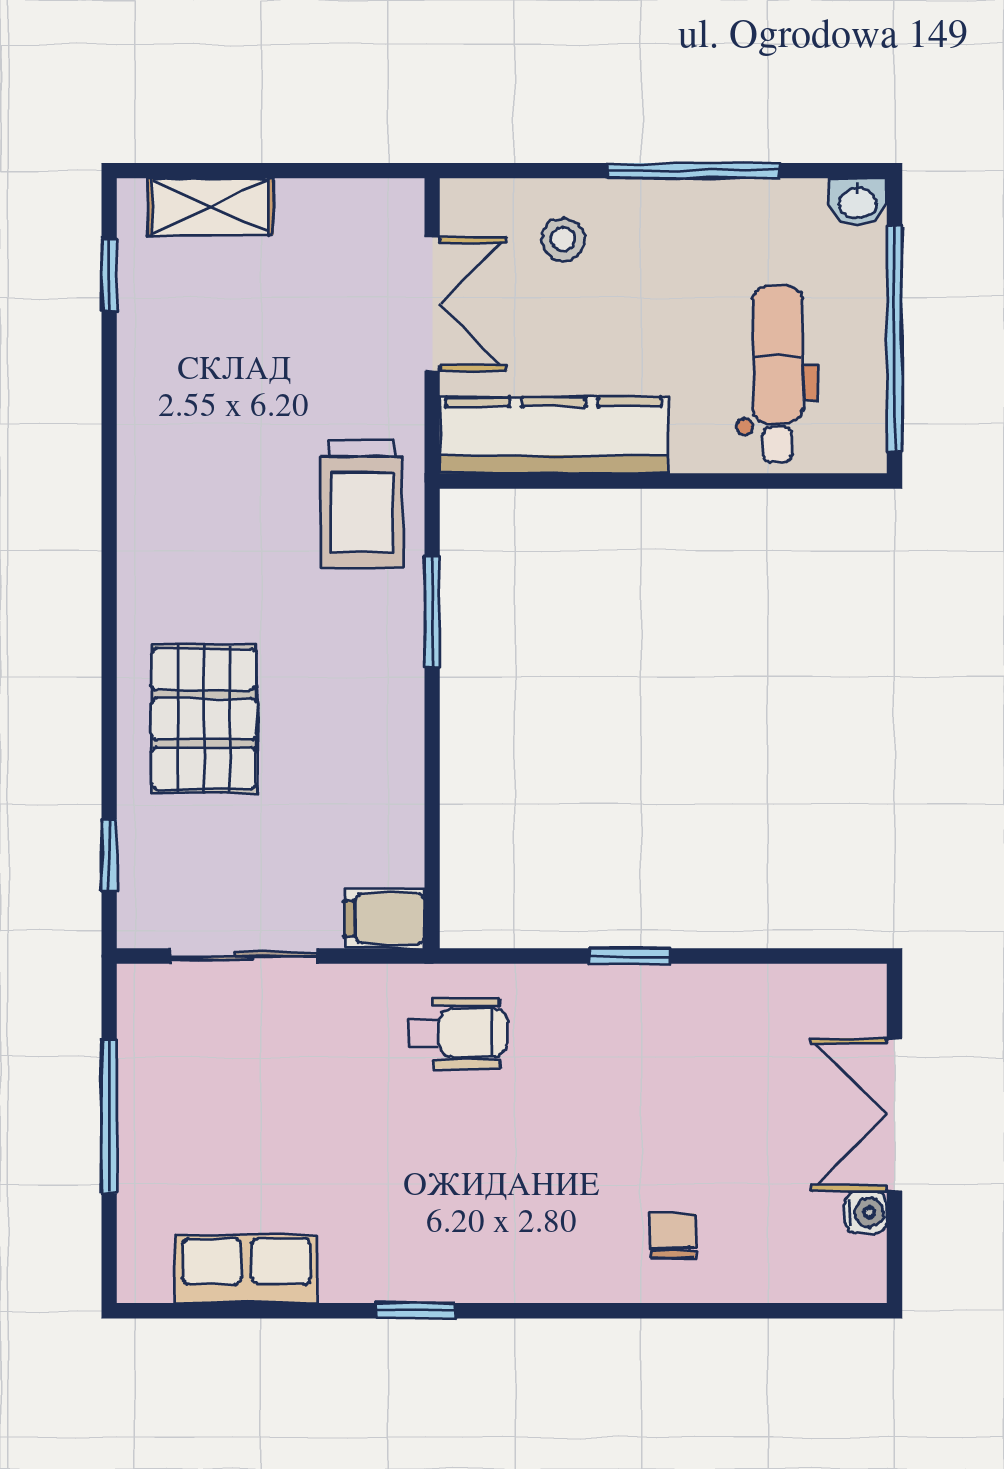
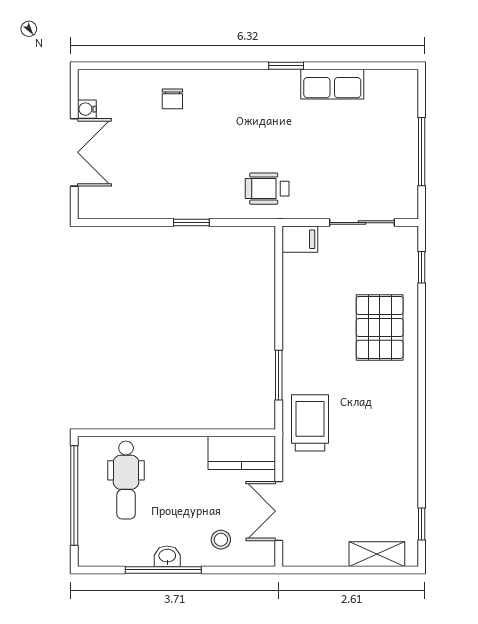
washbasin: (858, 202) -> (167, 556), moved
kitchen counter: (554, 435) -> (242, 453), width x0.67
row of seats: (246, 1269) -> (332, 84), moved

